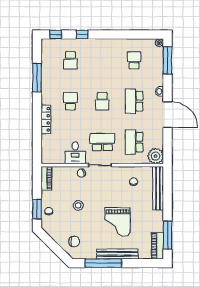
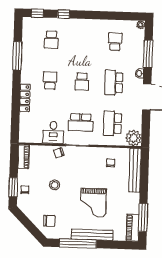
window: (168, 60) -> (148, 54), moved
school desk: (102, 142) -> (81, 122), turned 180

